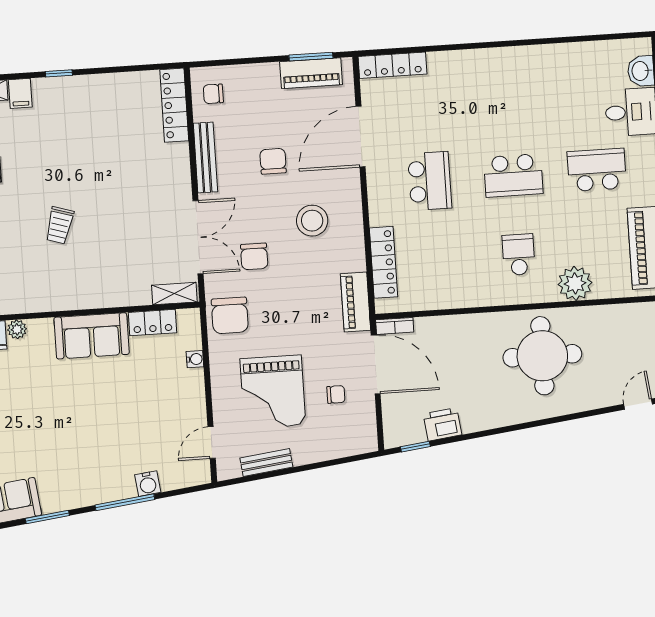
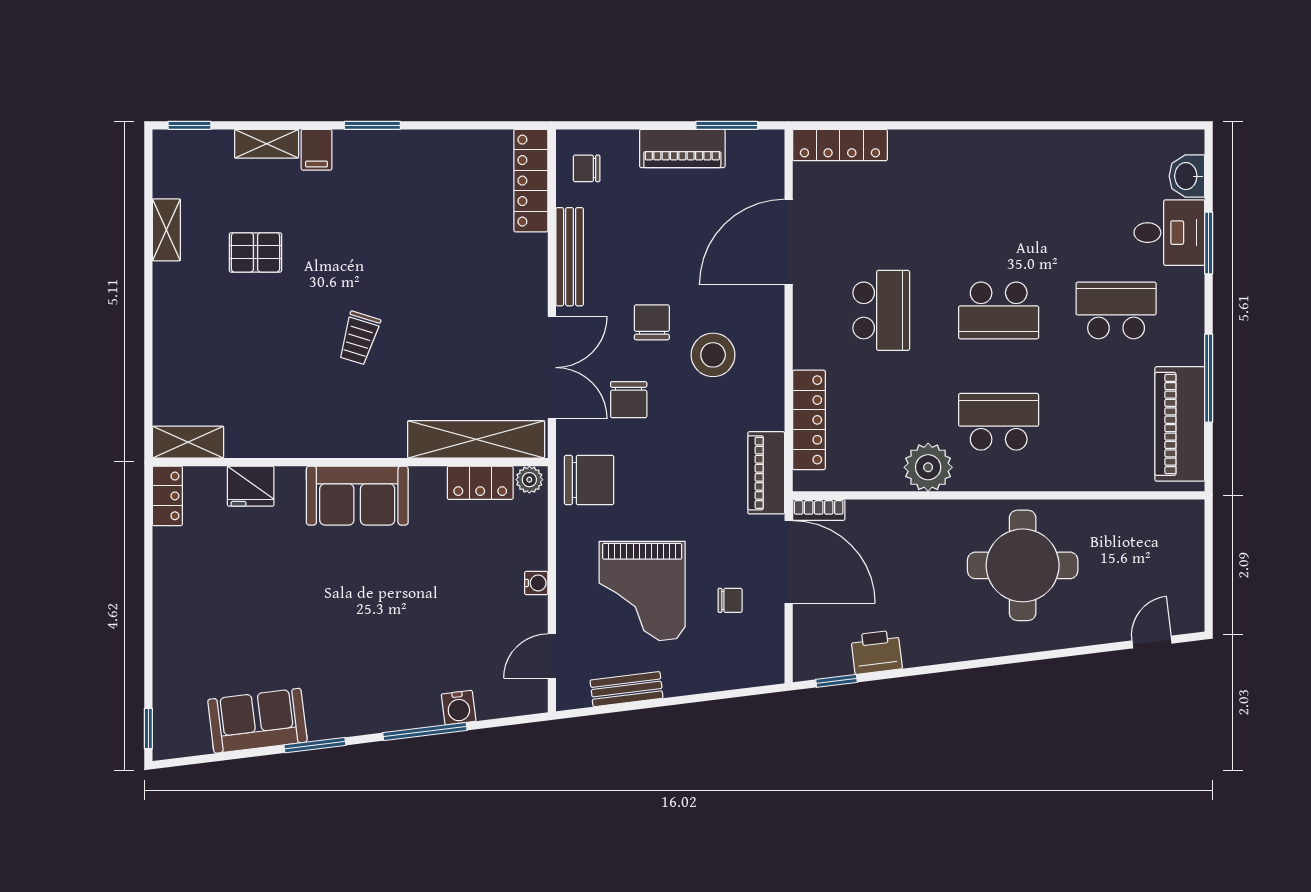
window: (59, 73) -> (372, 125), width x1.50
piano: (311, 73) -> (682, 148), moved
chair: (273, 161) -> (652, 322), moved
school desk: (519, 255) -> (999, 422), width x1.85
plant: (575, 283) -> (928, 467), moved
shelving: (174, 294) -> (476, 439), width x2.20, depth x1.33
chair: (230, 315) -> (589, 480), turned -90
plant: (17, 329) -> (529, 480), moved
sofa: (92, 336) -> (357, 496), moved
water cooler: (195, 359) -> (536, 583), moved

